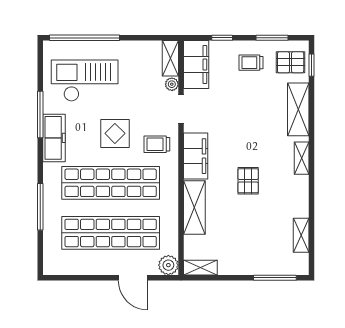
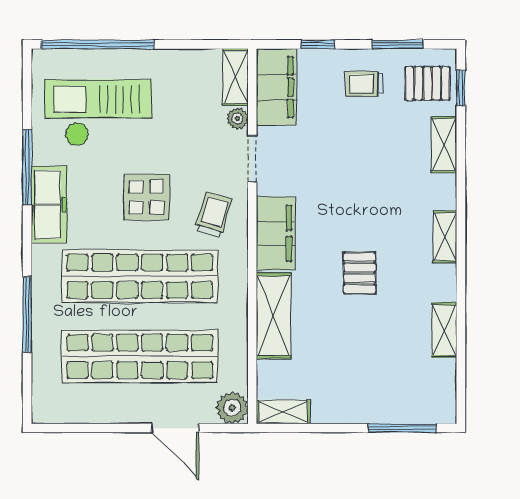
shelving: (298, 109) -> (444, 145), width x0.67, depth x0.75
trolley: (157, 144) -> (214, 215), turned 106
shelving: (301, 235) -> (444, 330), moved

